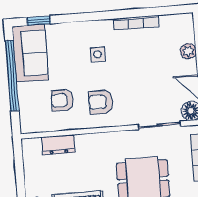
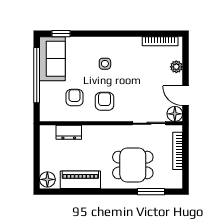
bookcase: (136, 23) -> (160, 41), moved
armchair: (62, 100) -> (74, 98), turned 90
armchair: (101, 102) -> (105, 101), turned 90

